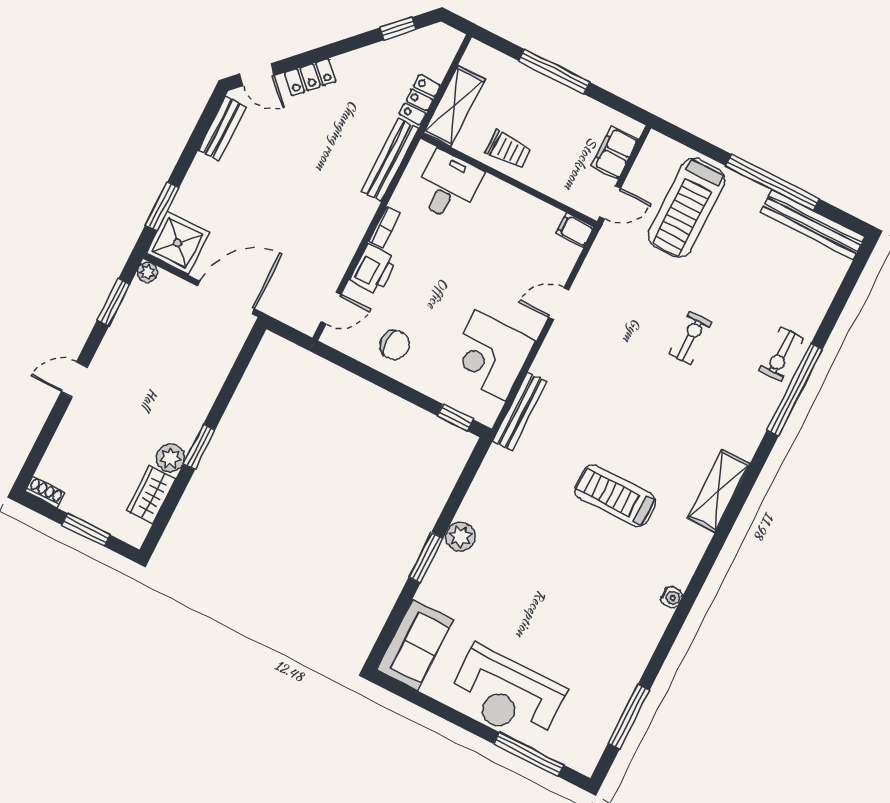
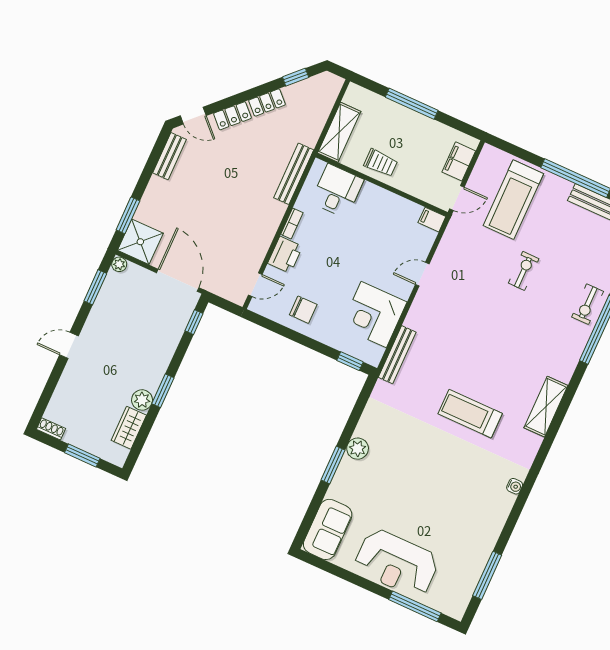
locker: (420, 100) -> (267, 102), moved, turned -135
door: (226, 297) -> (178, 280), hinge flipped
exercise bike: (690, 338) -> (524, 271), moved
window: (246, 355) -> (194, 322), added

